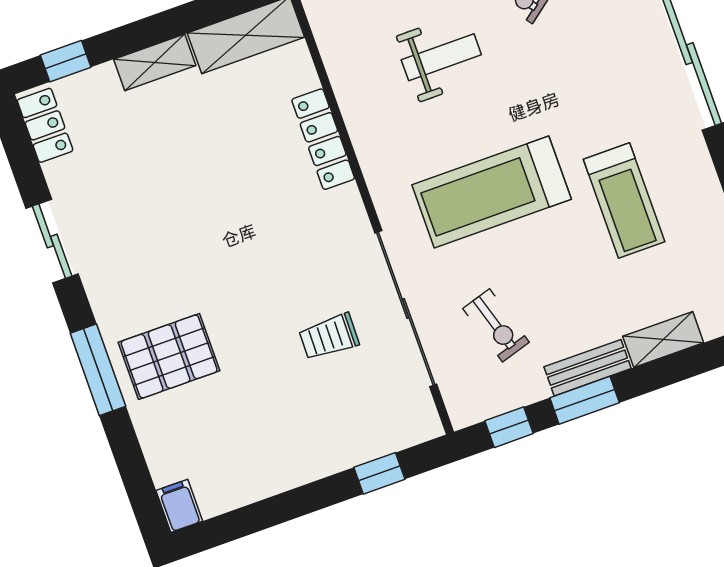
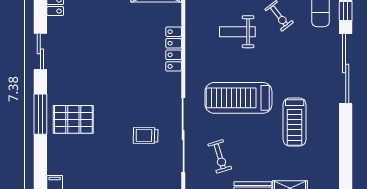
weight bench: (441, 57) -> (237, 32), turned 180

